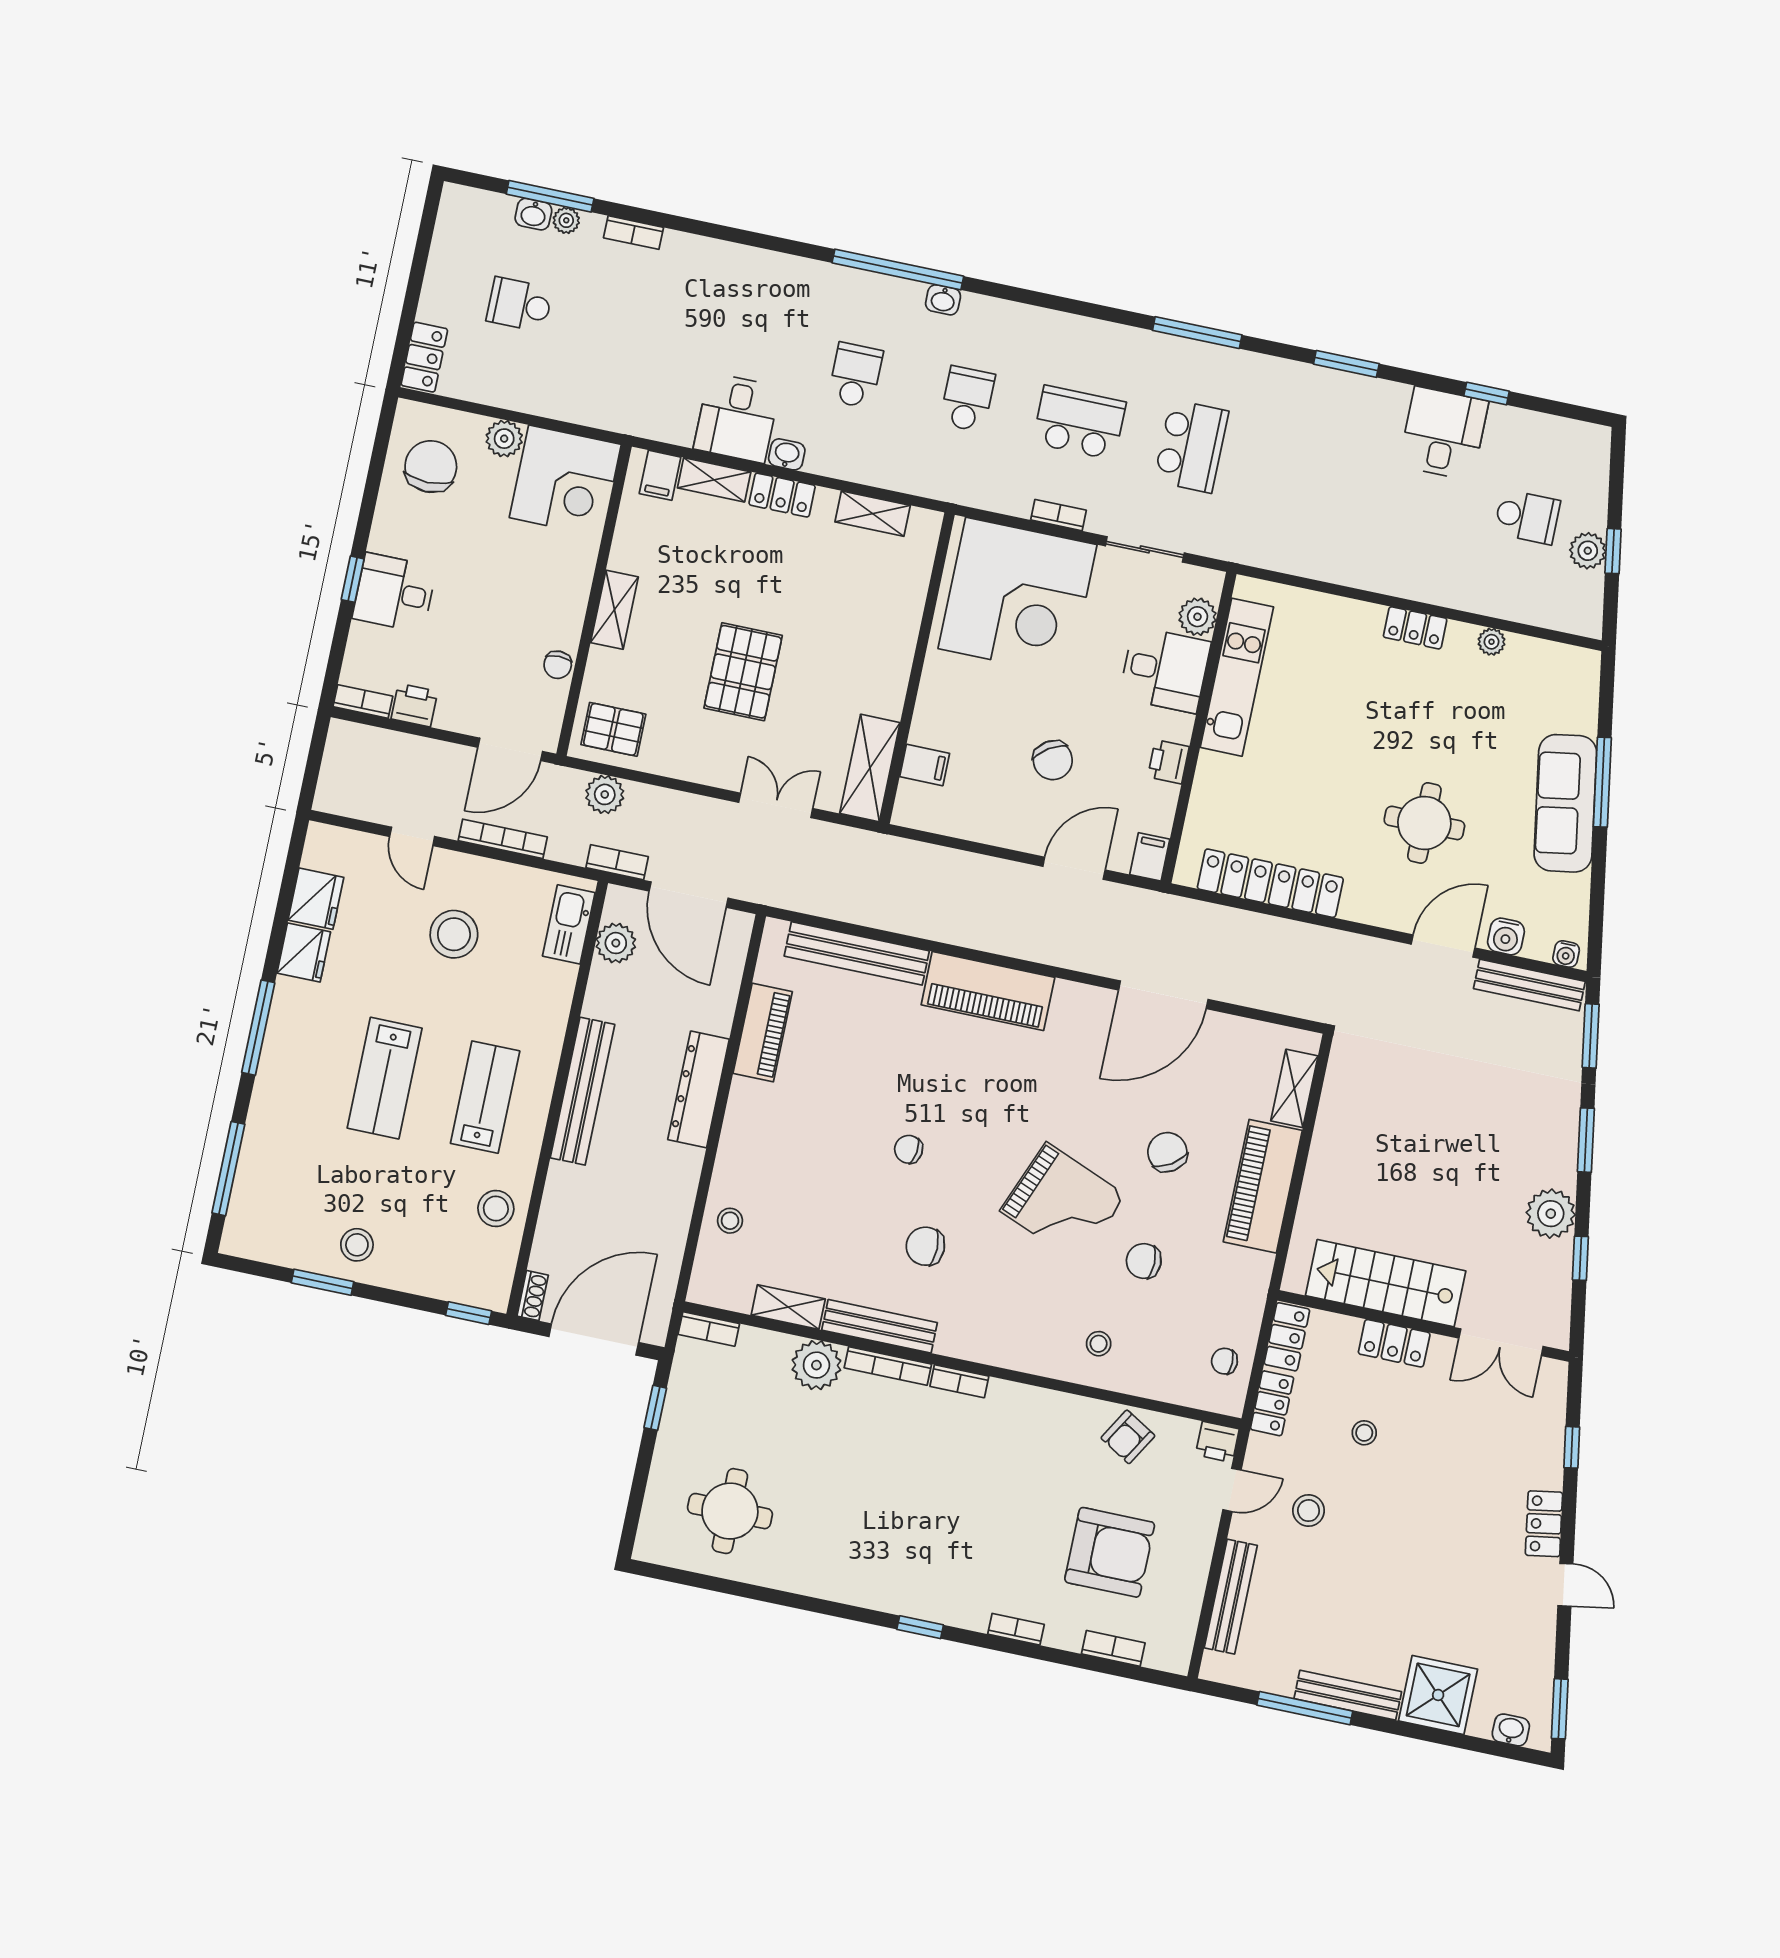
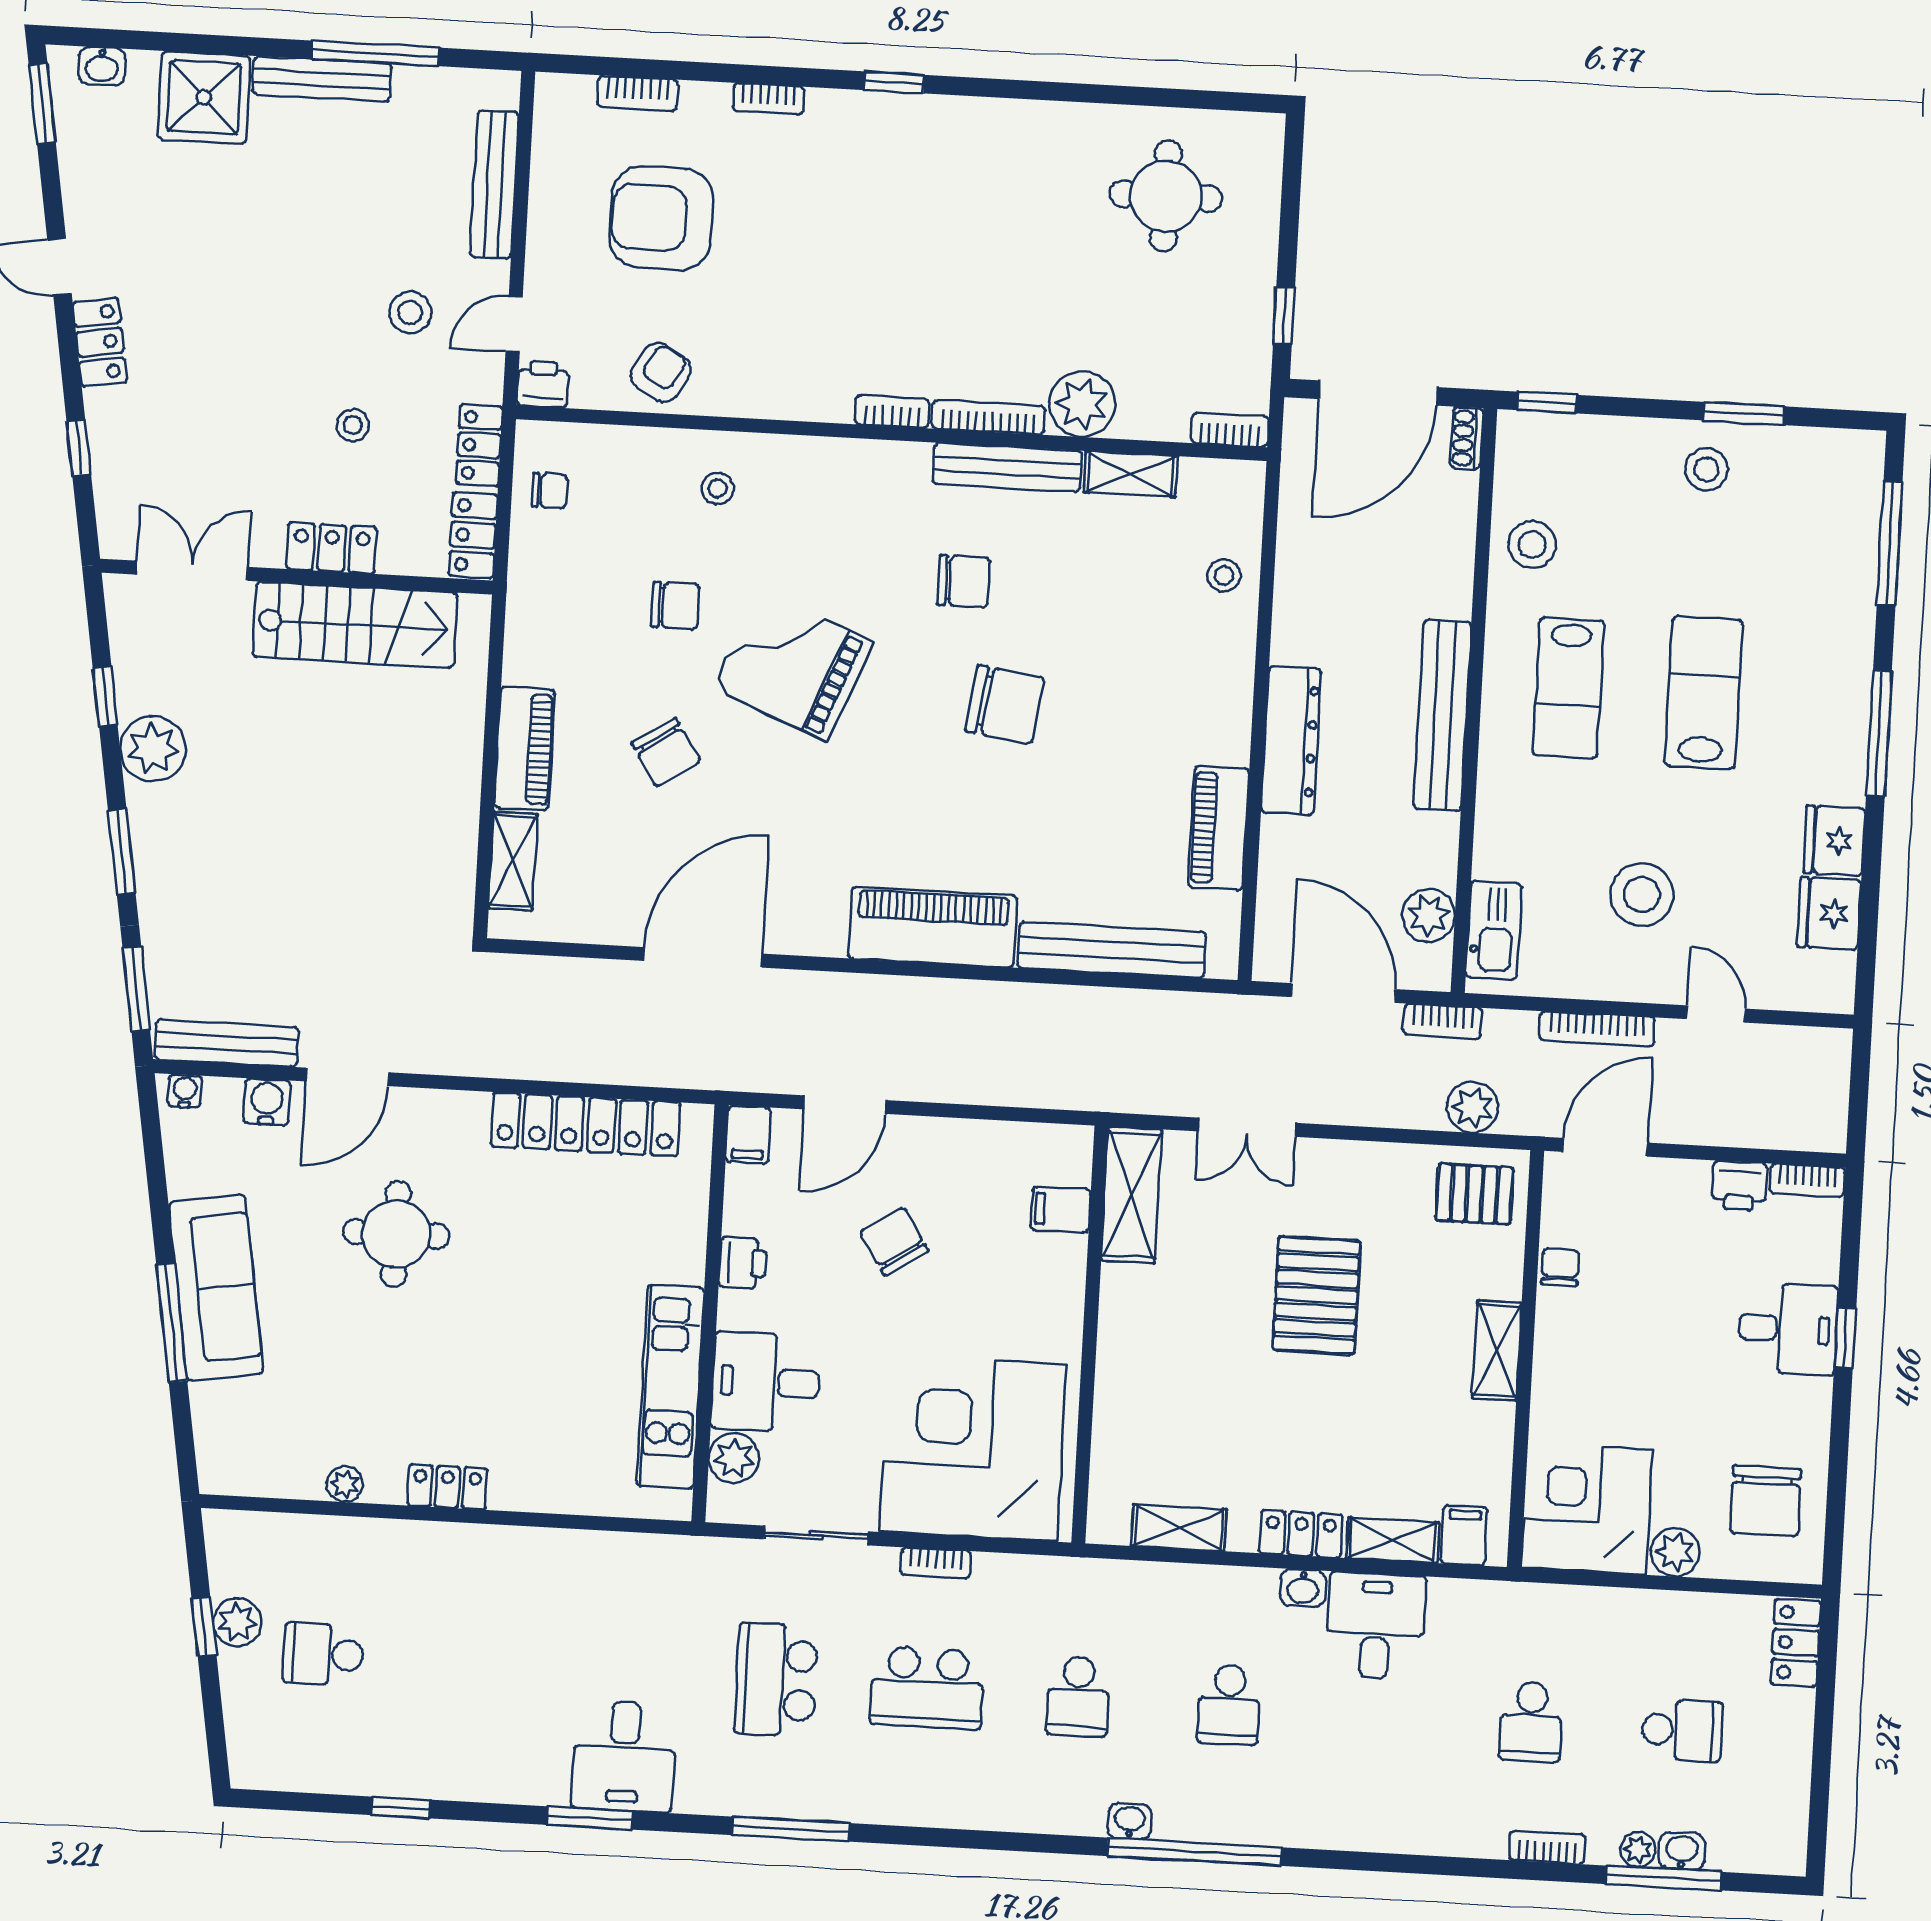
school desk: (631, 328) -> (1531, 1722), added
desk: (1443, 434) -> (624, 1756), moved
chair: (909, 1149) -> (1005, 704), width x1.87, depth x1.87
piano: (1263, 1186) -> (525, 749), width x0.73, depth x0.75

